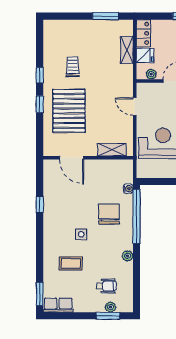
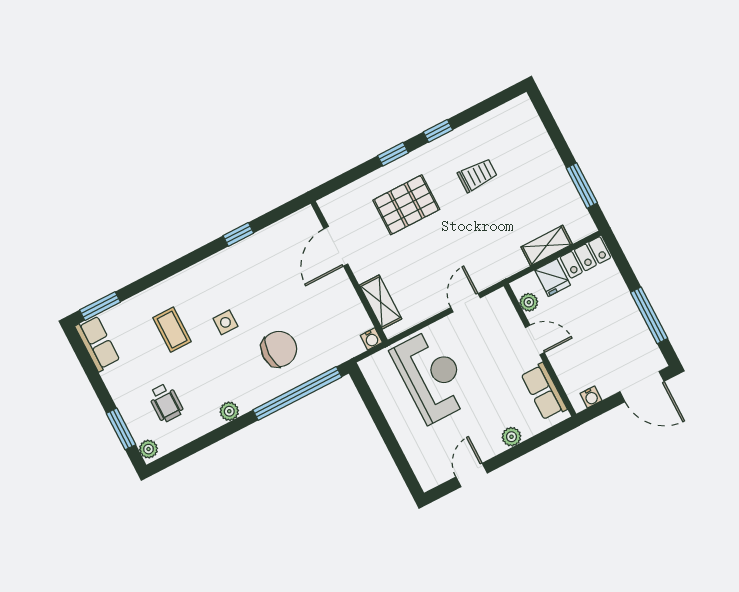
pallet: (69, 111) -> (406, 205), width x0.73, depth x0.71
water cooler: (128, 189) -> (371, 339), moved
plant: (111, 307) -> (148, 449), moved

